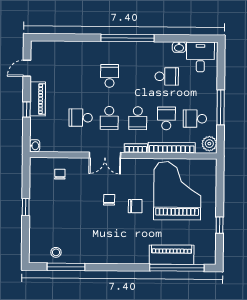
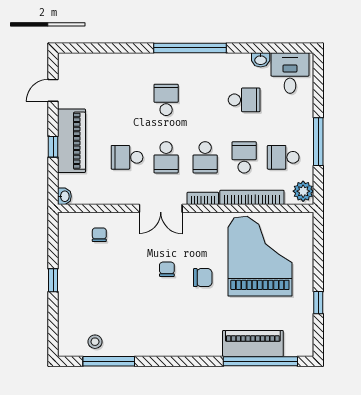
piano: (38, 99) -> (72, 141), width x1.37, depth x1.33

